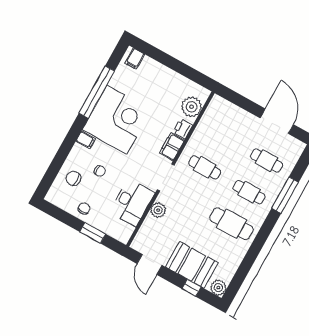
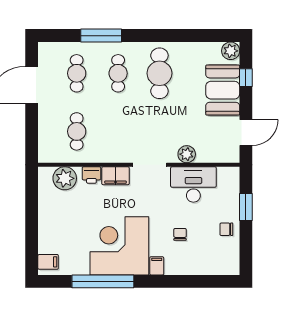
cafe table: (205, 167) -> (77, 131), moved
chair: (73, 178) -> (202, 257), removed

